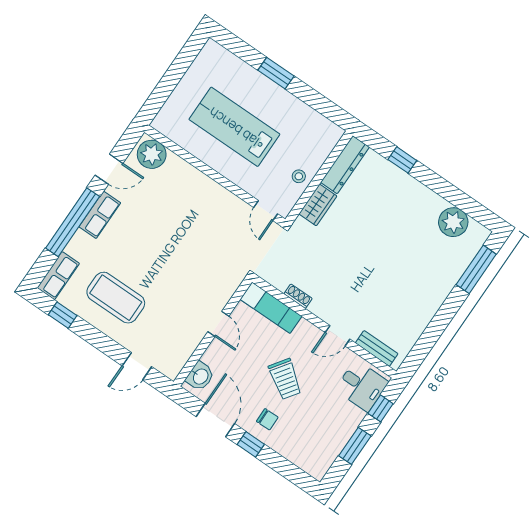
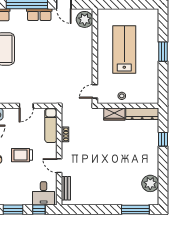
trolley: (285, 379) -> (22, 155), turned 55

